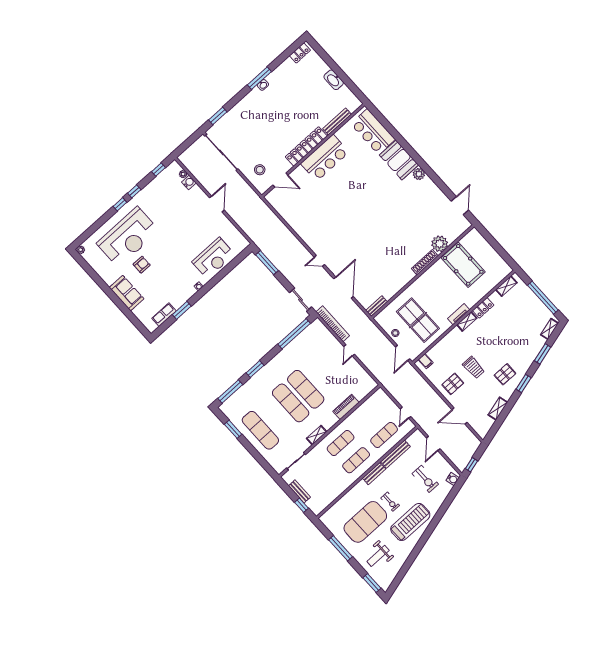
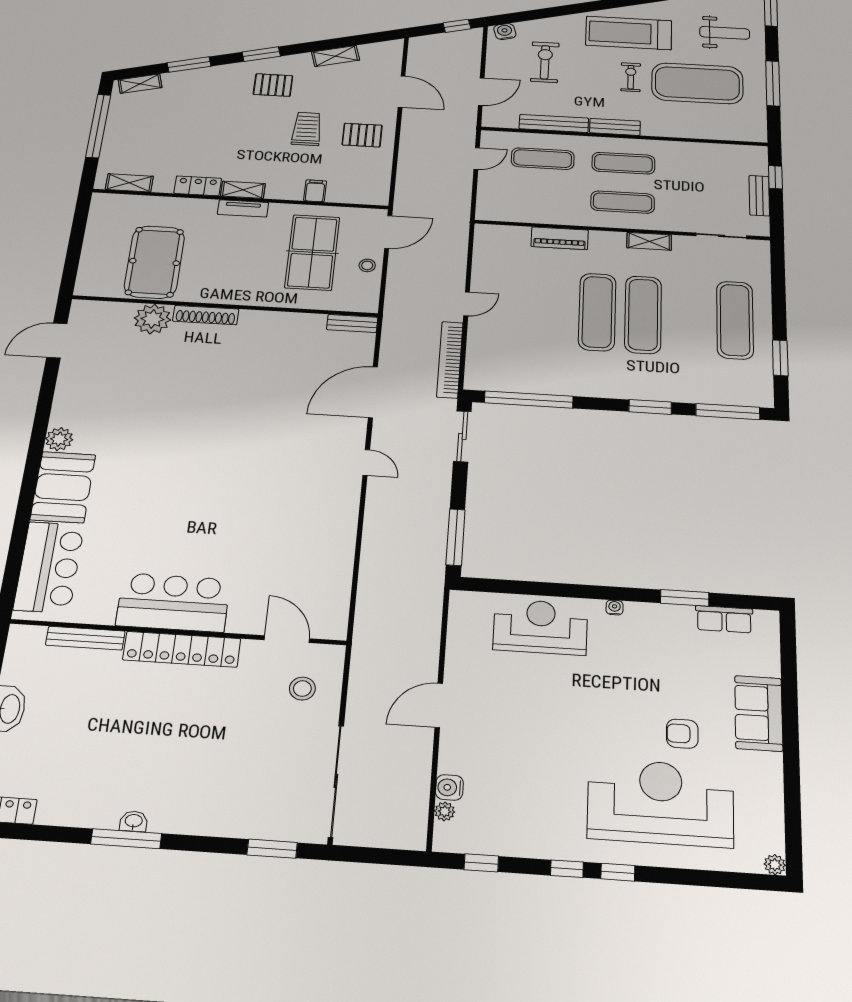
filing cabinet: (426, 361) -> (315, 191), moved

